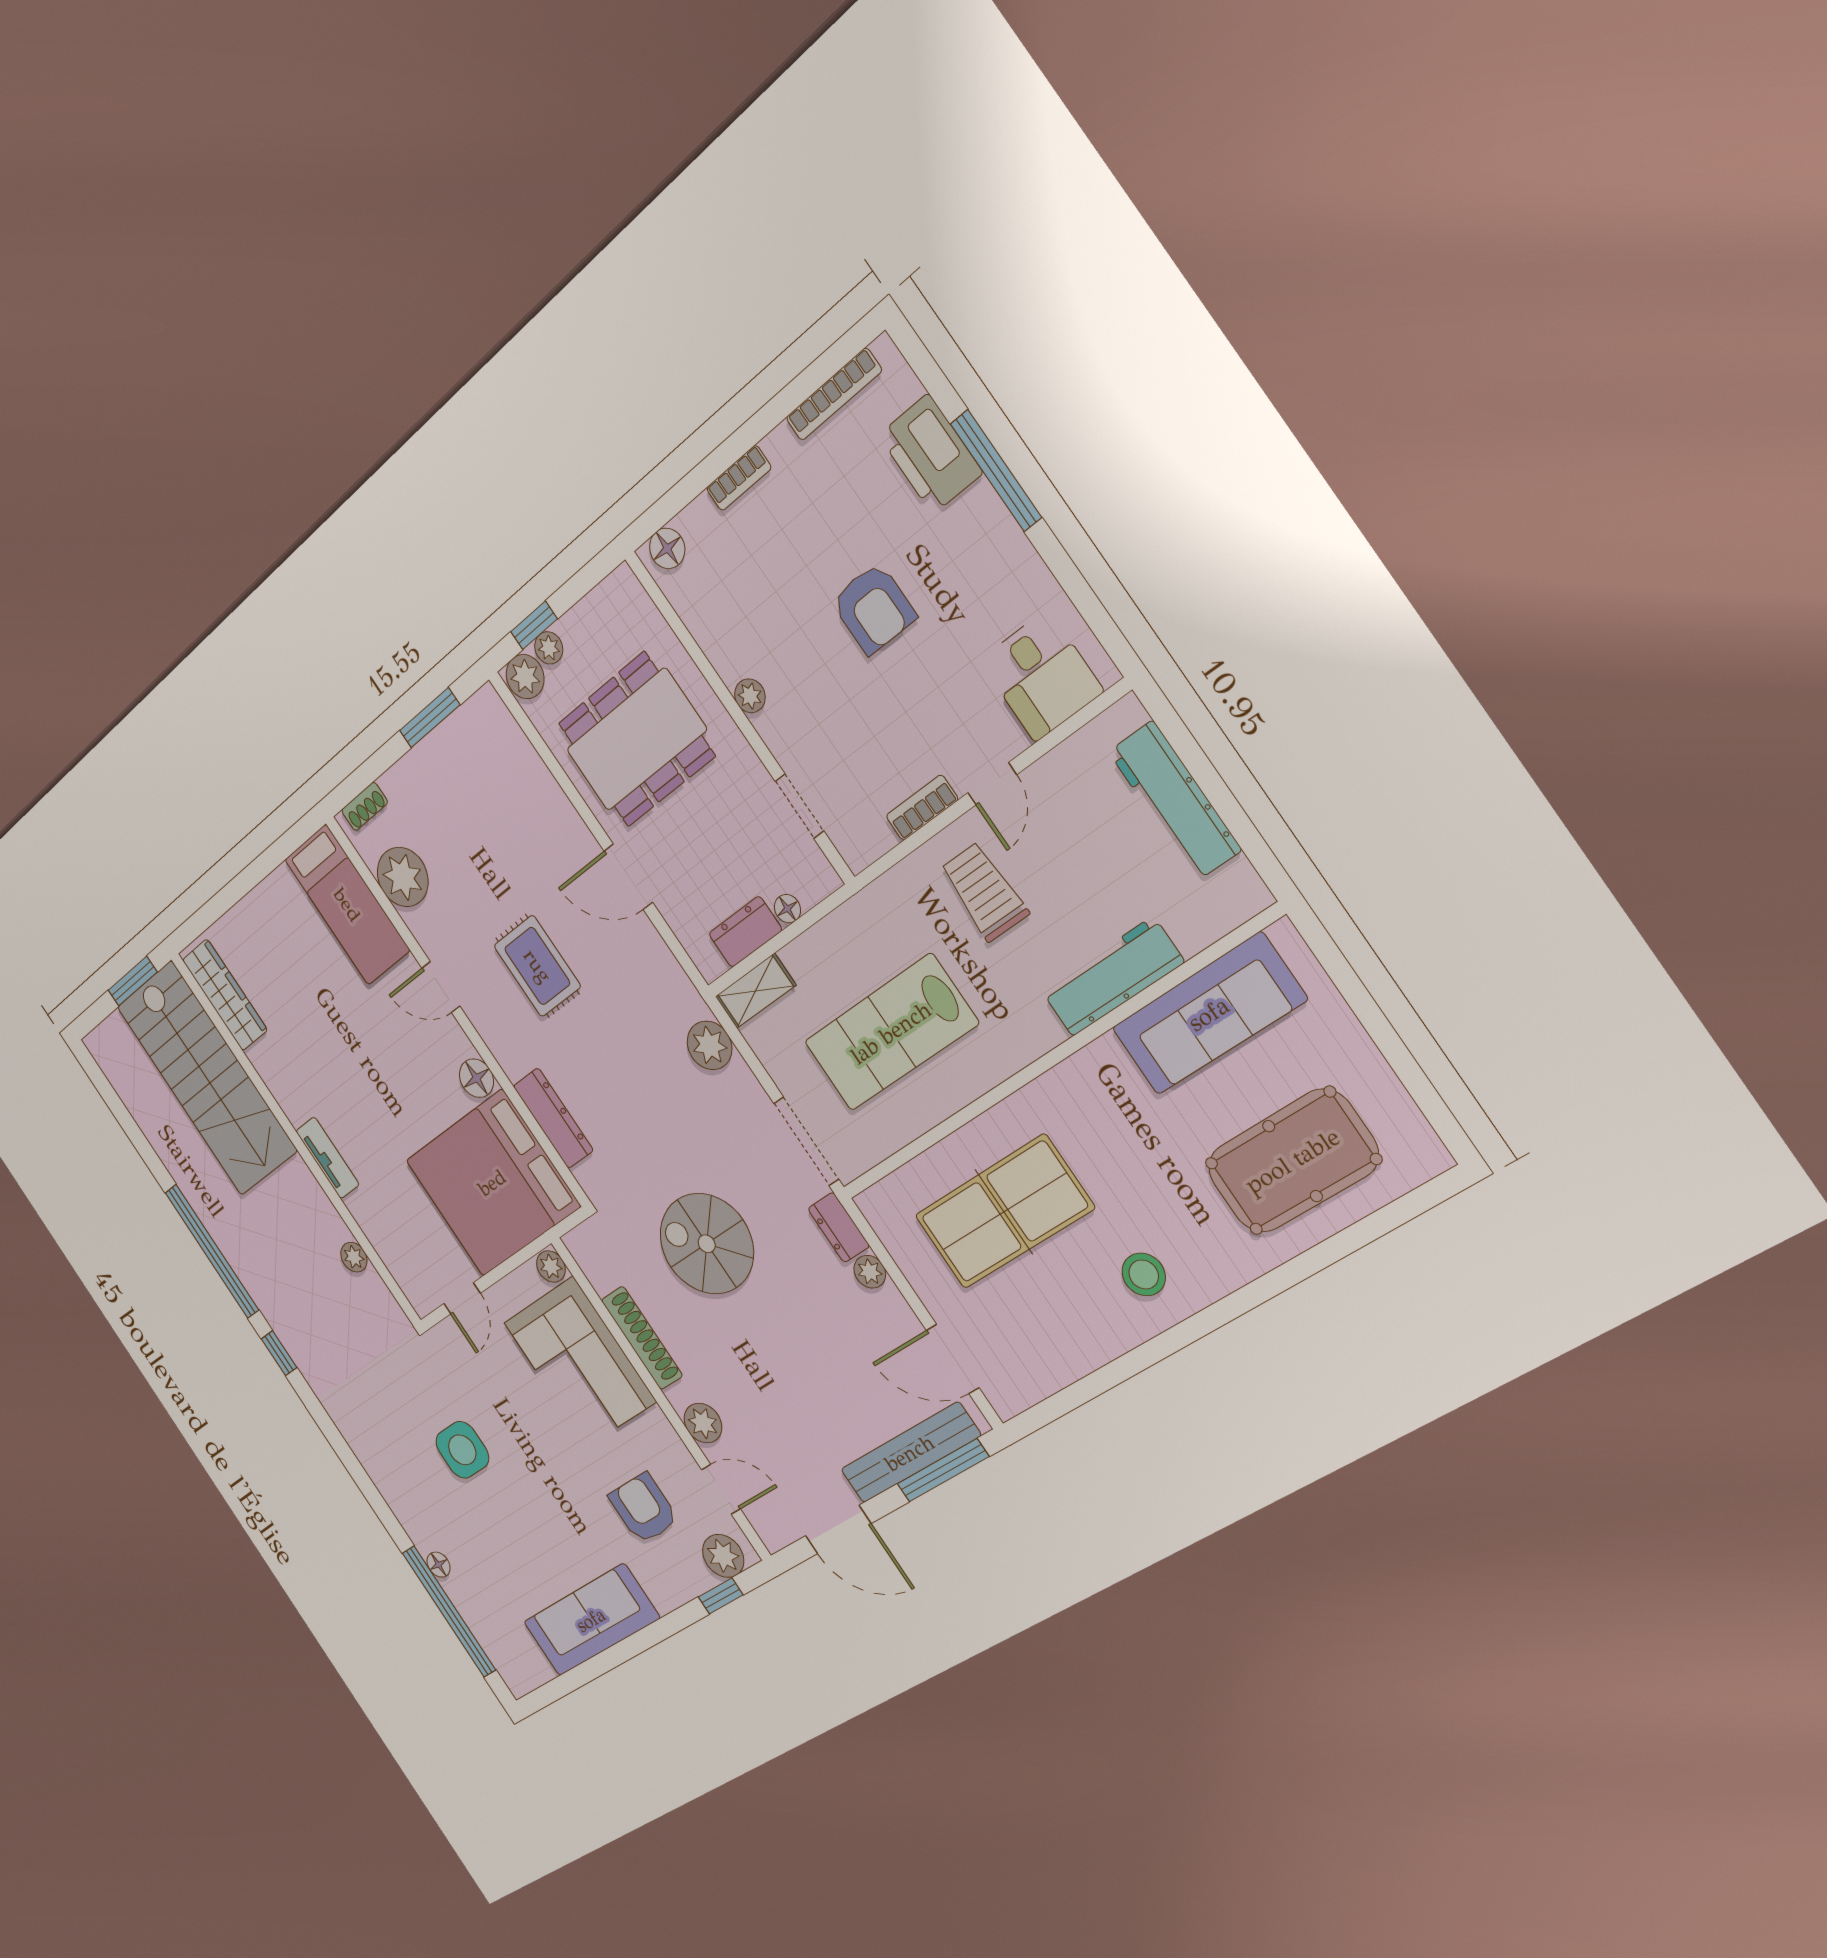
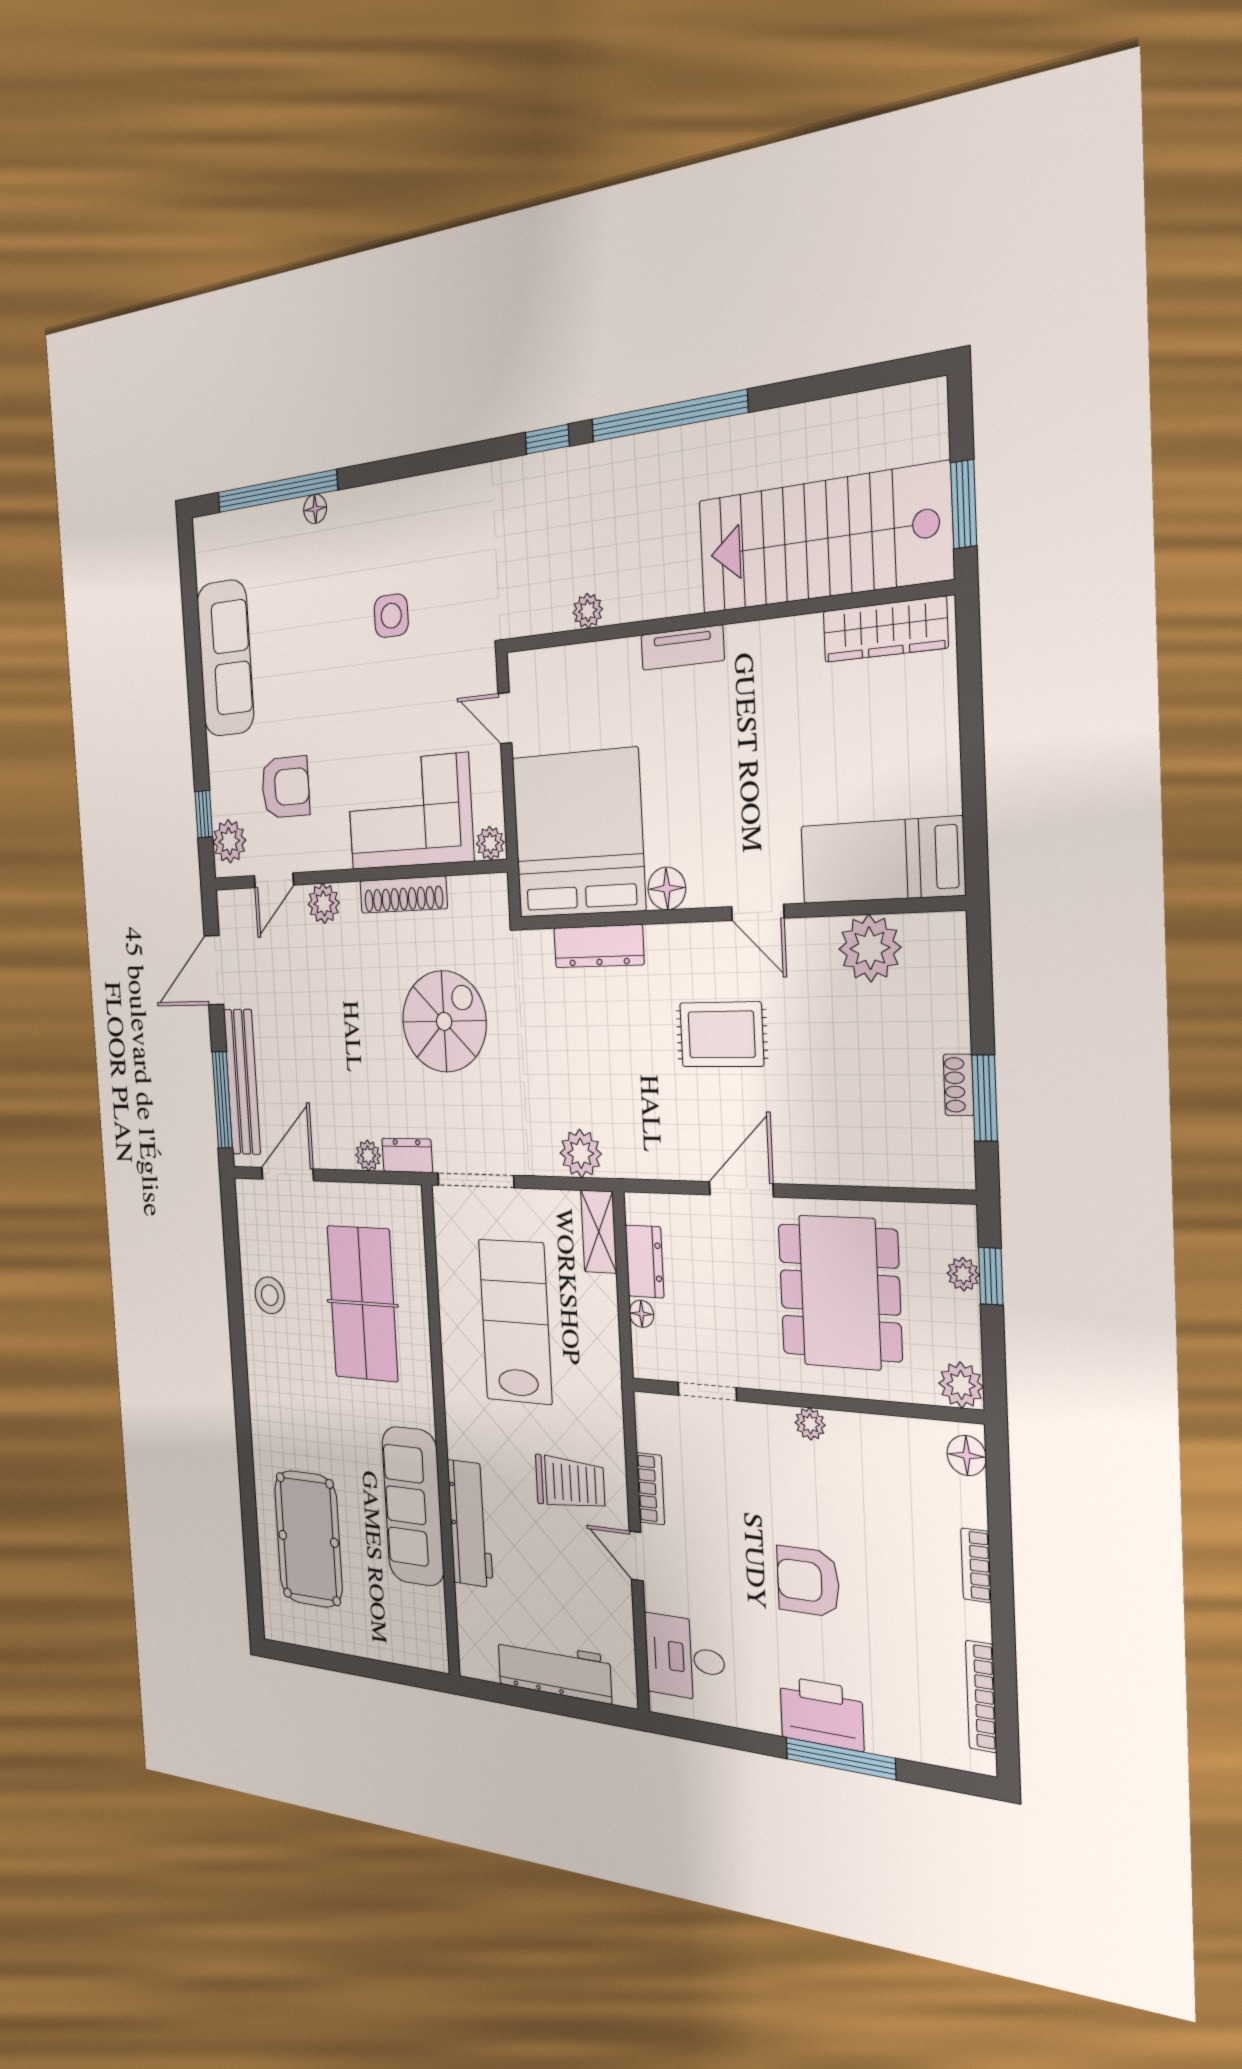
printer: (931, 454) -> (822, 1713), moved
plant: (525, 677) -> (961, 1385), moved
shoe rack: (365, 806) -> (959, 1085), moved
door: (441, 987) -> (758, 912), swing flipped
sofa: (1209, 1014) -> (413, 1506), moved
stool: (1144, 1274) -> (270, 1295), moved
side table: (462, 1450) -> (391, 616), width x0.73, depth x0.73

